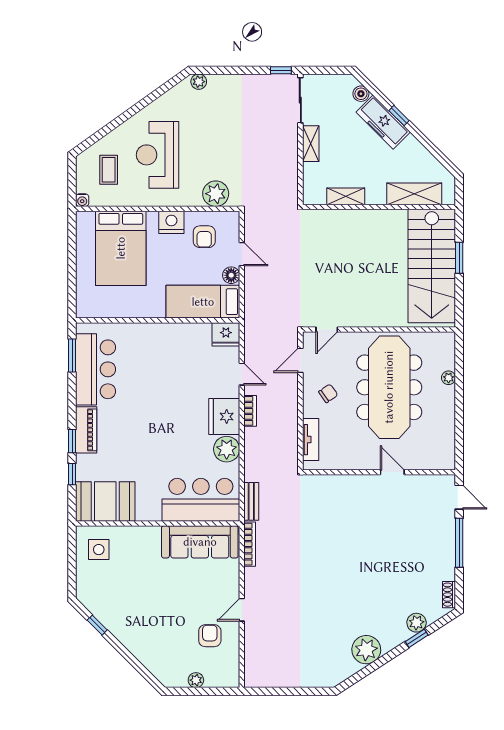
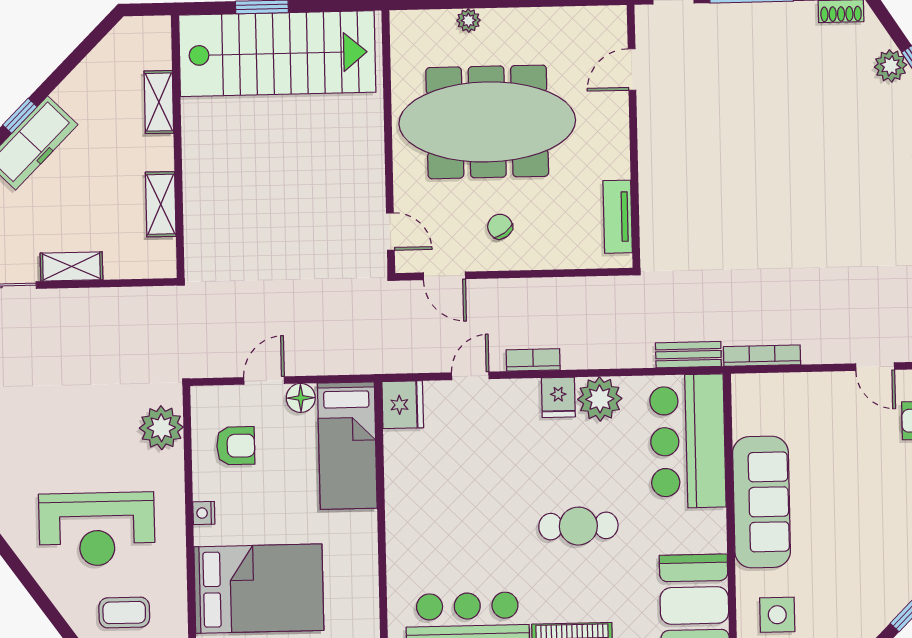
shelving: (414, 194) -> (159, 102), width x0.67, depth x0.75
nightstand: (171, 222) -> (204, 513), width x0.53, depth x0.56
fridge: (224, 417) -> (558, 397), width x0.53, depth x0.75
cafe table: (153, 435) -> (578, 526), added
tv unit: (311, 440) -> (618, 217), moved, turned -90
door: (392, 472) -> (632, 69), moved
sofa: (200, 542) -> (762, 502), moved

